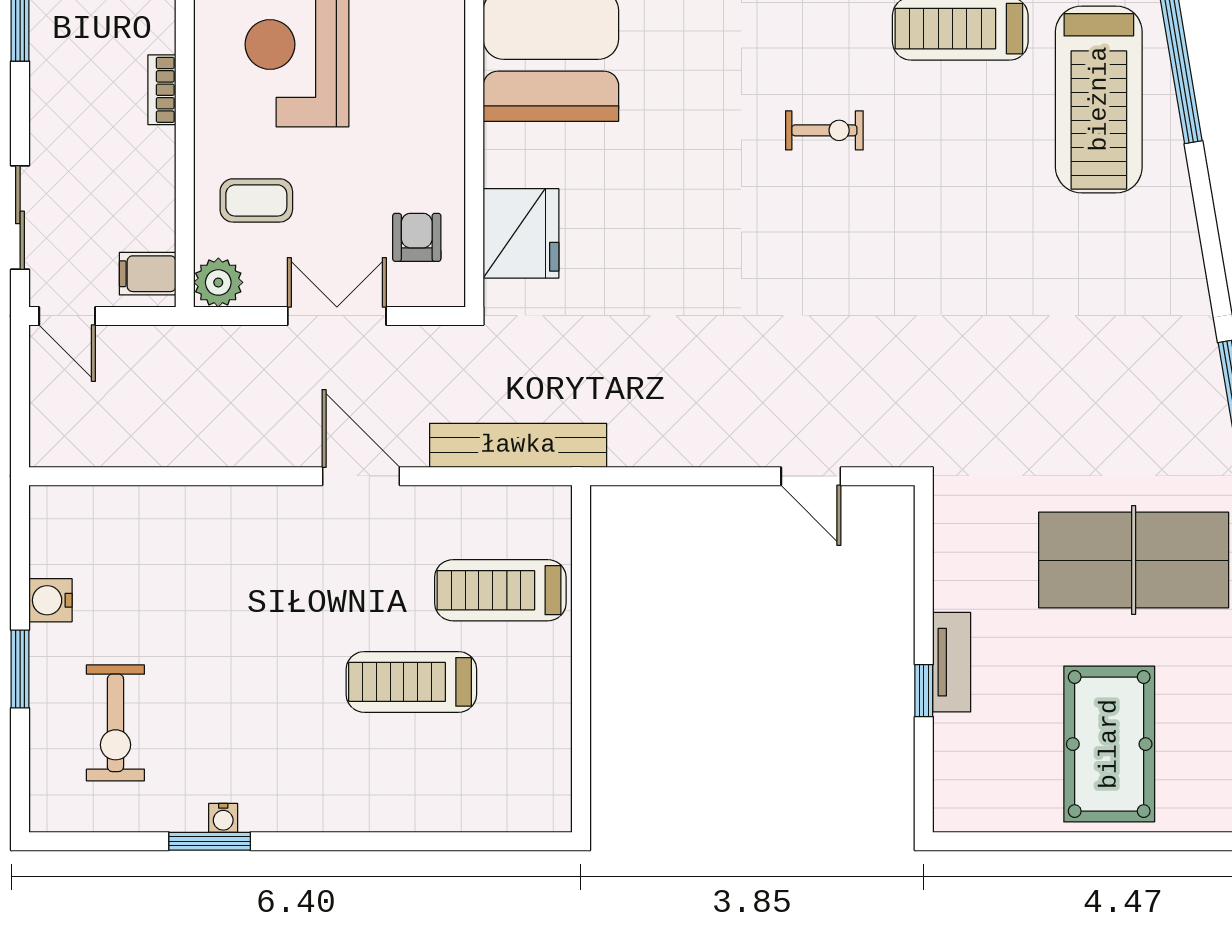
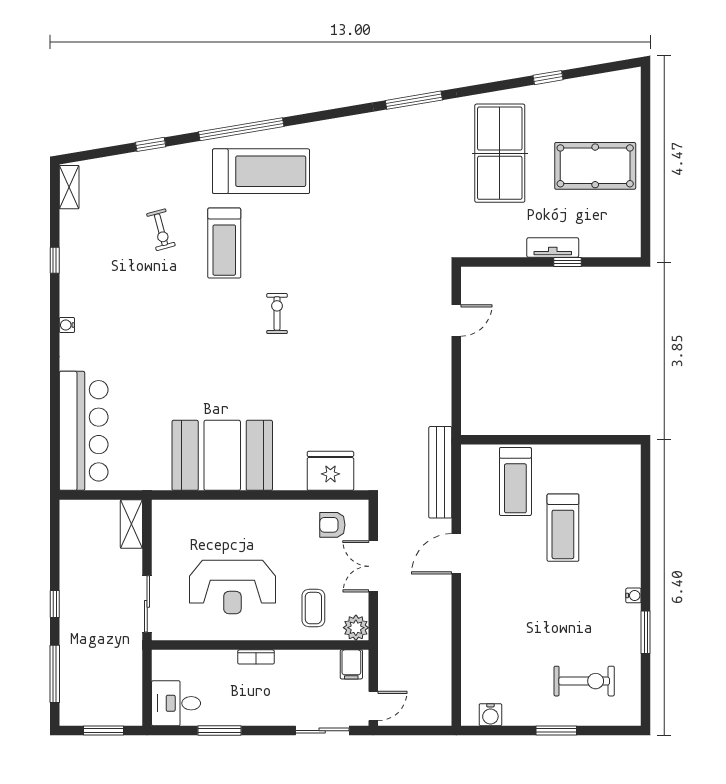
water cooler: (50, 600) -> (490, 715), moved
water cooler: (223, 818) -> (633, 595), moved

